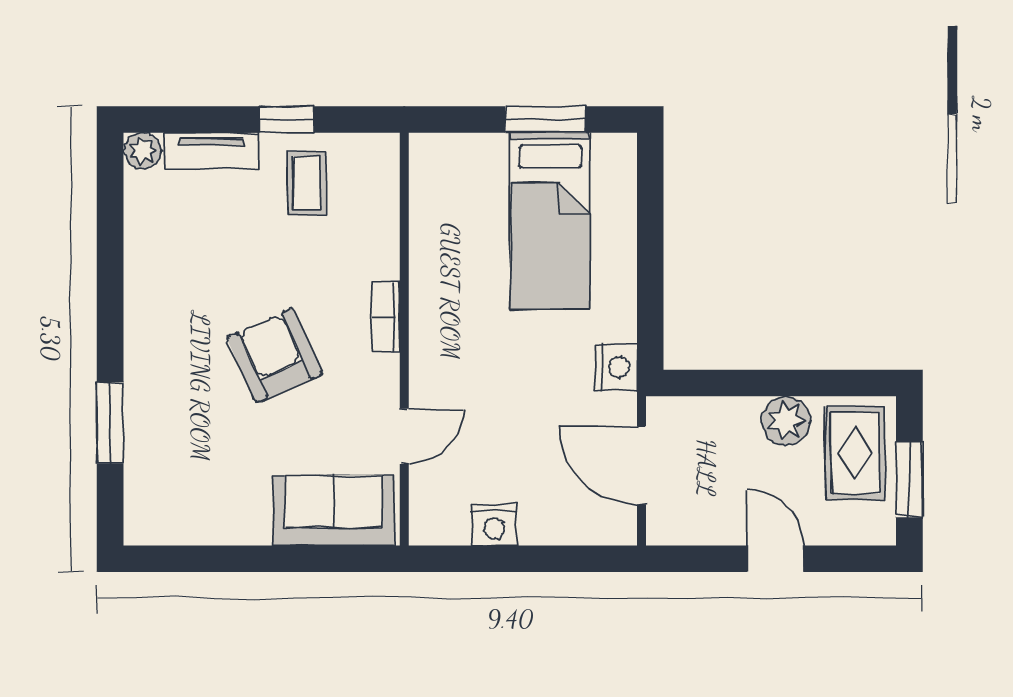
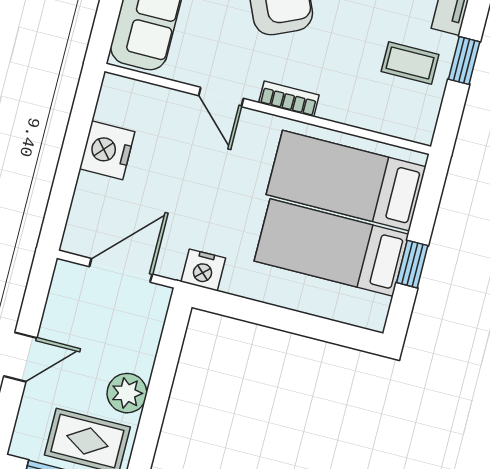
window: (545, 120) -> (412, 264), width x0.67
bed: (466, 224) -> (346, 181), added
door: (404, 436) -> (221, 97), moved
nightstand: (494, 525) -> (107, 150), width x1.36, depth x1.33

